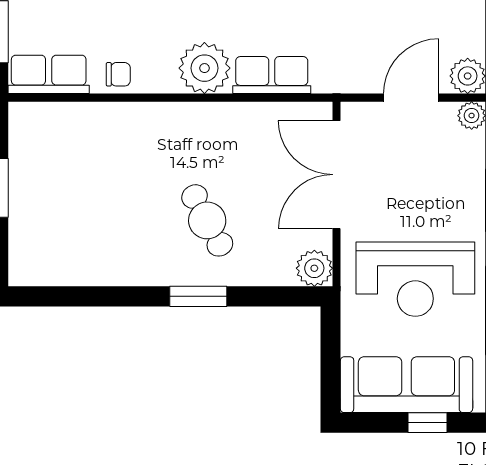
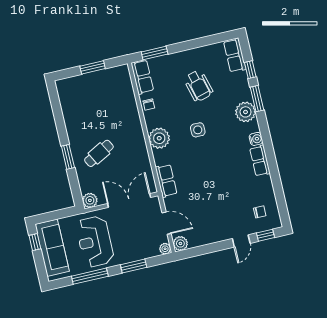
row of seats: (272, 75) -> (166, 181), moved
window: (427, 423) -> (35, 242), moved

